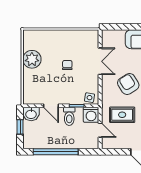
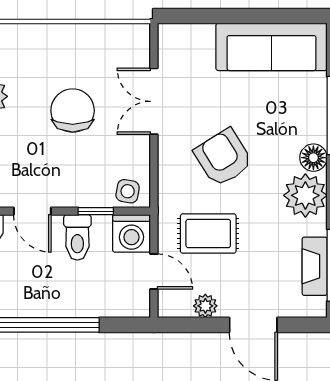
double door: (100, 61) -> (154, 101), swing flipped
chair: (67, 65) -> (73, 111), width x1.87, depth x1.87
plant: (121, 144) -> (205, 306), added

